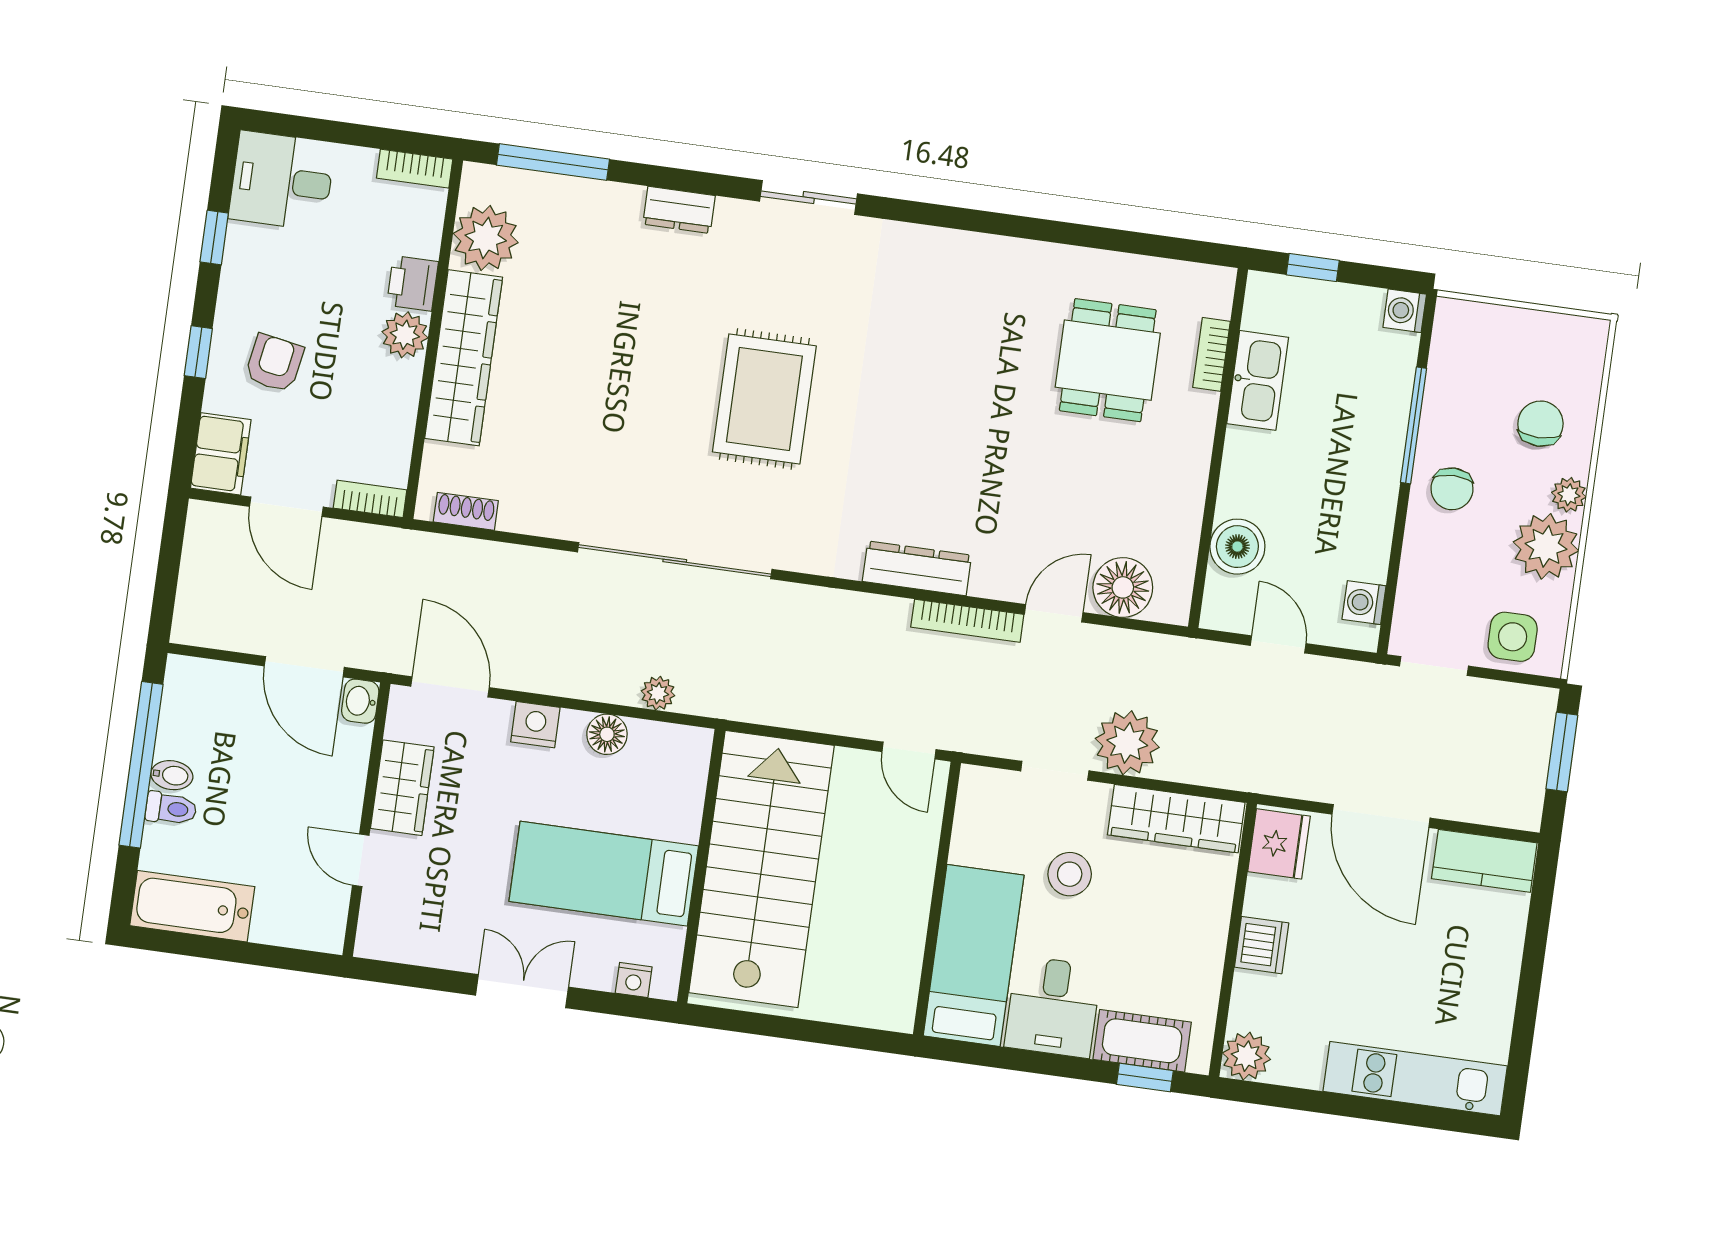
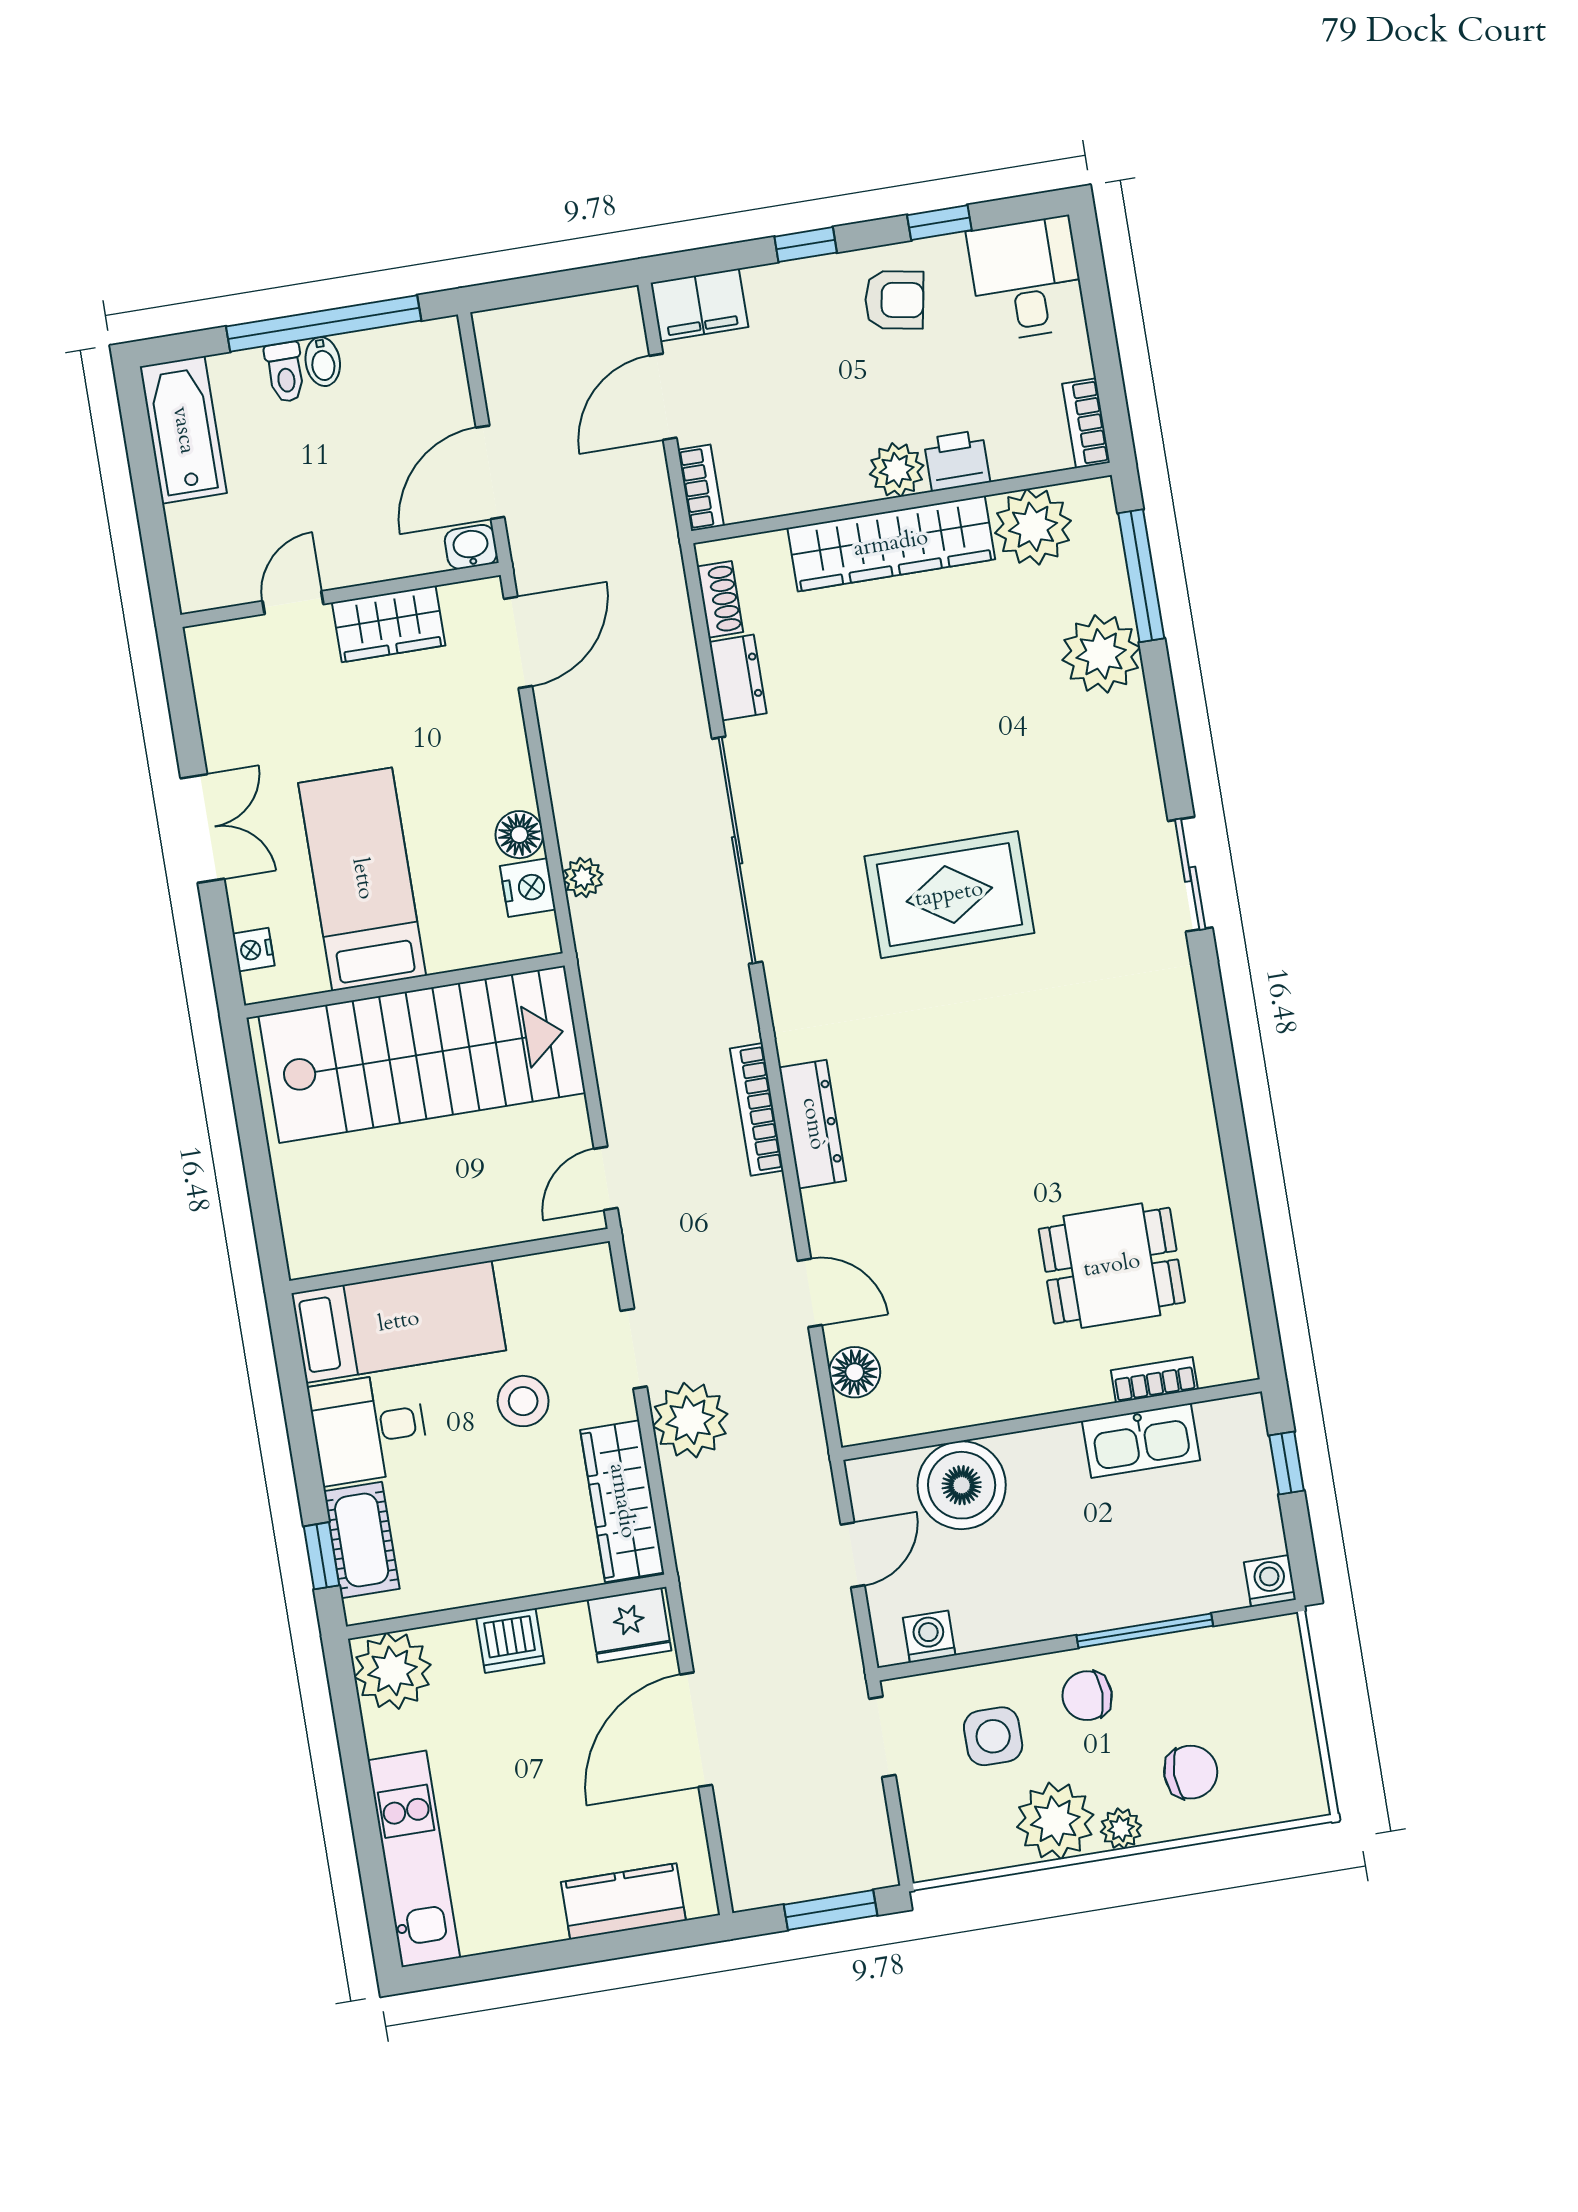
dresser: (679, 210) -> (738, 678), moved, turned 180
plant: (606, 214) -> (1101, 654), added
armchair: (274, 363) -> (894, 300), moved
boiler: (1237, 547) -> (962, 1485), width x1.37, depth x1.37
floor lamp: (1123, 587) -> (855, 1372), width x0.73, depth x0.73
bookcase: (967, 621) -> (757, 1109), moved
side table: (1513, 637) -> (993, 1736), moved
nightstand: (535, 725) -> (528, 888), moved
kitchen counter: (1484, 861) -> (623, 1901), moved, turned 90
plant: (1247, 1056) -> (393, 1671), width x1.36, depth x1.36

